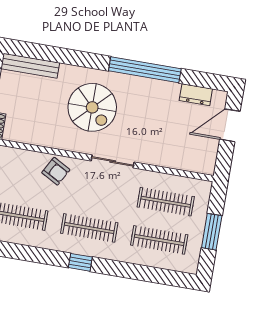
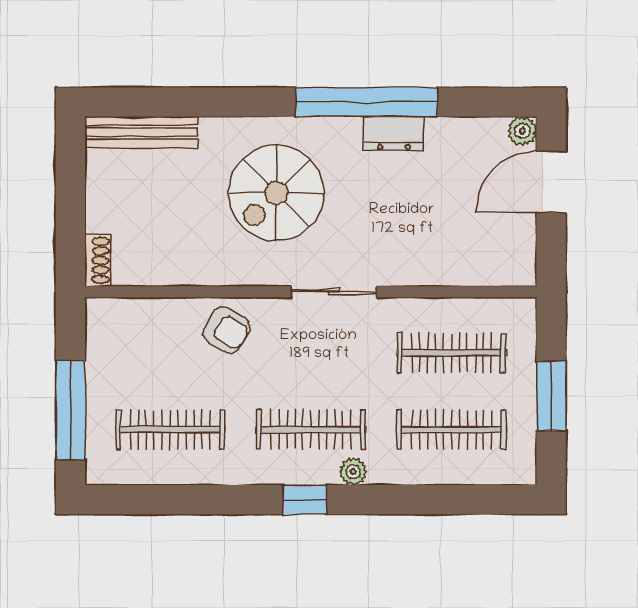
dresser: (196, 95) -> (394, 134), moved
plant: (220, 97) -> (522, 131), added
spiral stairs: (92, 107) -> (276, 193), turned 90
plant: (107, 253) -> (353, 472), added

